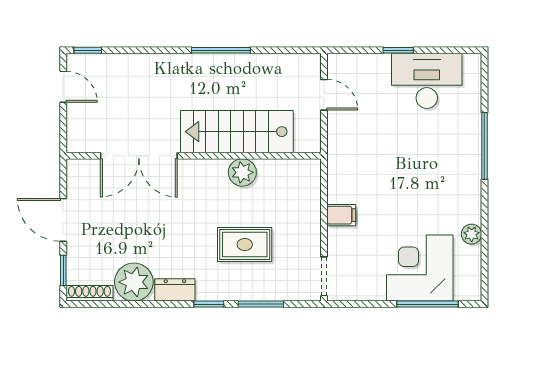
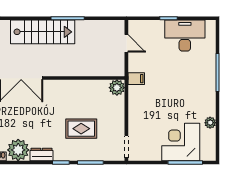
stairs: (237, 132) -> (43, 32), moved, turned 180
plant: (242, 172) -> (117, 88), moved
filing cabinet: (341, 215) -> (136, 79), moved

